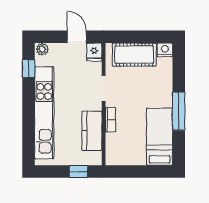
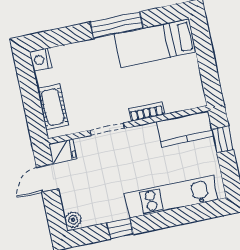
cot: (134, 55) -> (53, 107), width x0.73, depth x0.75
window: (29, 69) -> (120, 229), moved
kitchen unit: (44, 113) -> (171, 197), width x0.73
kitchen counter: (92, 131) -> (185, 129), moved

